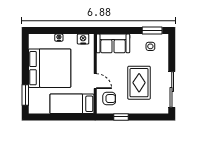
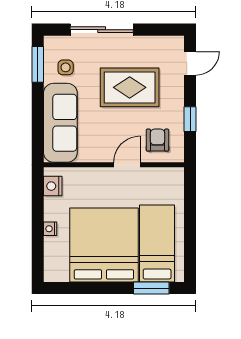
sofa: (113, 43) -> (60, 123), width x1.36
sliding door: (172, 89) -> (102, 30), moved
bed: (72, 104) -> (157, 243), moved, turned 180
door: (153, 117) -> (190, 63), added

